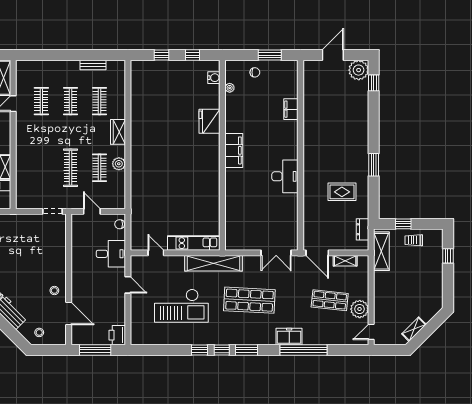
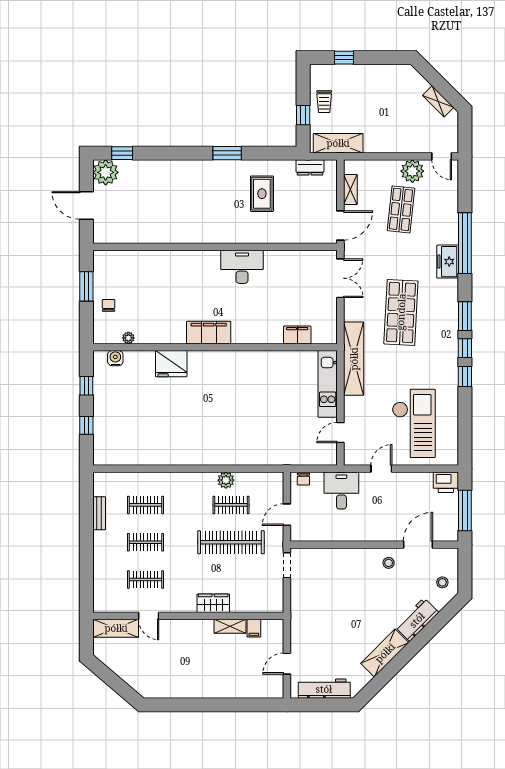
filing cabinet: (291, 109) -> (297, 335), moved, turned 180
wardrobe: (118, 132) -> (213, 603), moved, turned 180
clothes rail: (70, 168) -> (231, 542), width x1.37, depth x1.31
checkout: (181, 306) -> (414, 423), moved

